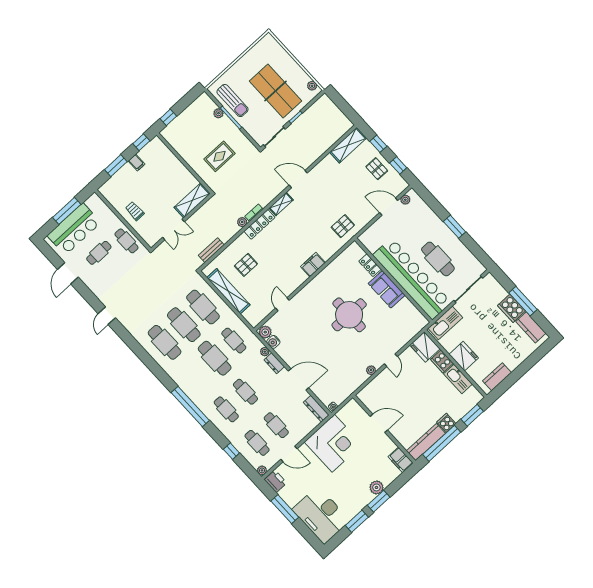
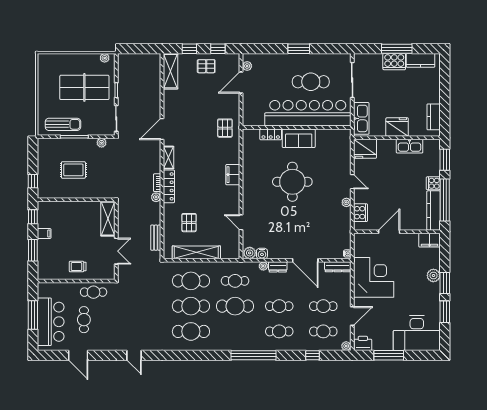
plant: (218, 113) -> (102, 143), moved
rug: (219, 156) -> (73, 170), moved, turned 90
cooker: (442, 361) -> (360, 213), moved, turned -90
door: (298, 379) -> (305, 260), swing flipped

